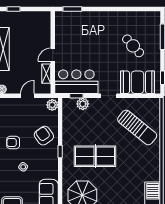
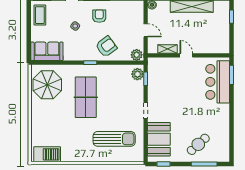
cafe table: (133, 46) -> (198, 144), moved
bar counter: (76, 82) -> (218, 82), moved, turned 180
plant: (83, 104) -> (137, 74), moved
sun lounger: (137, 127) -> (114, 139), turned -129

